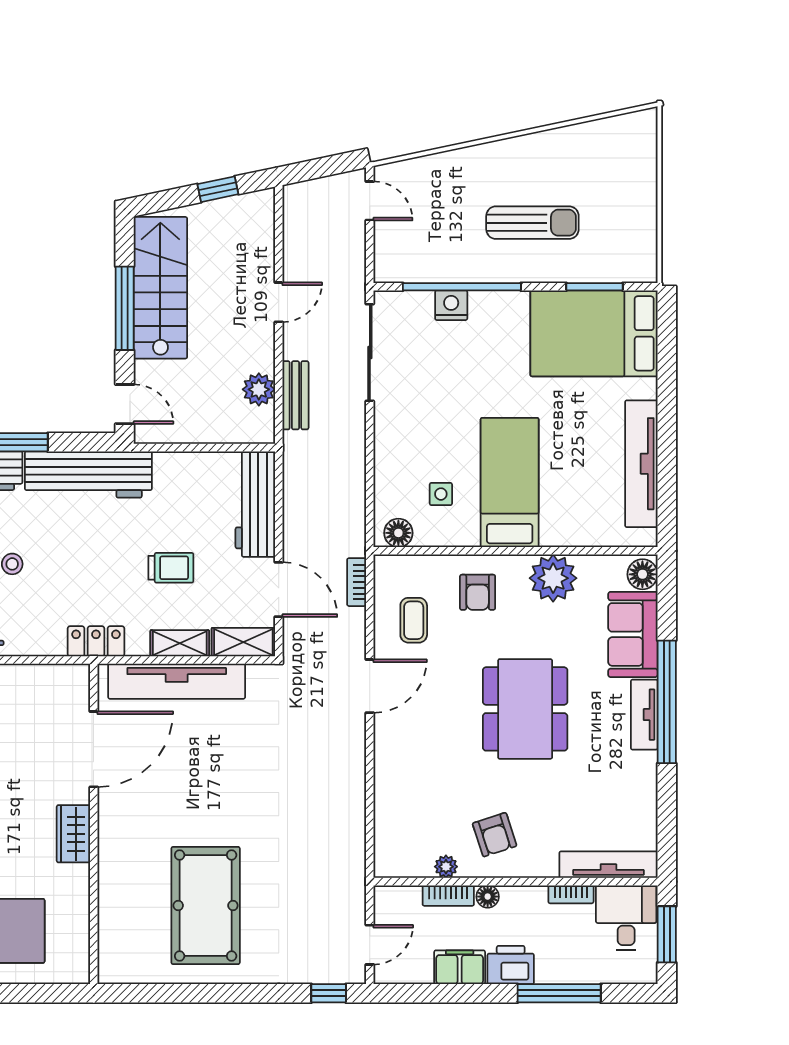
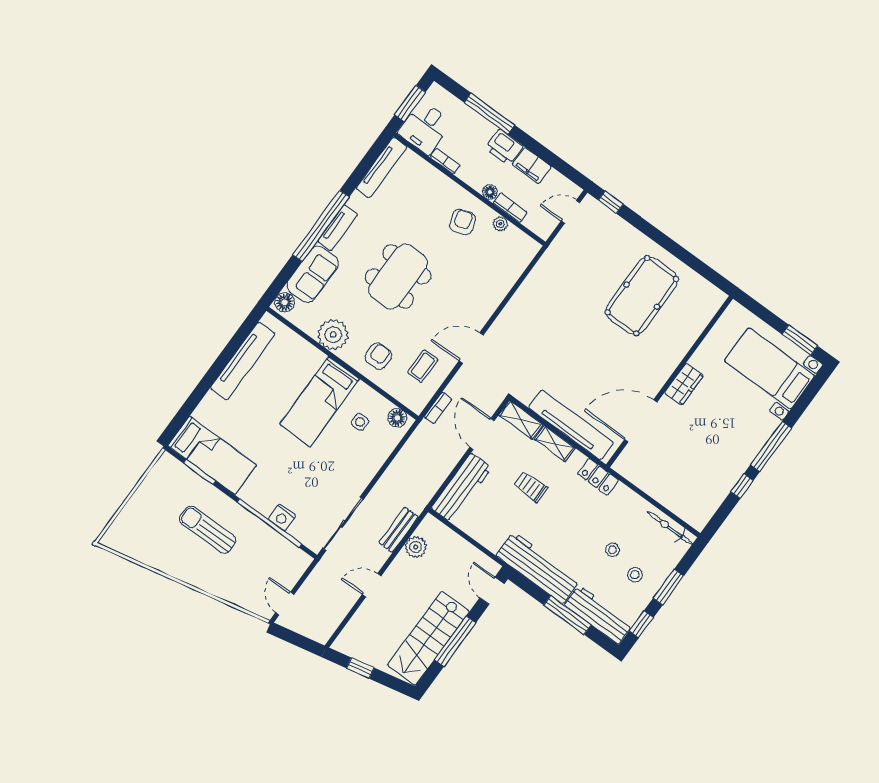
bed: (594, 333) -> (212, 455), width x0.67
tv unit: (608, 865) -> (381, 168), moved, turned -90

